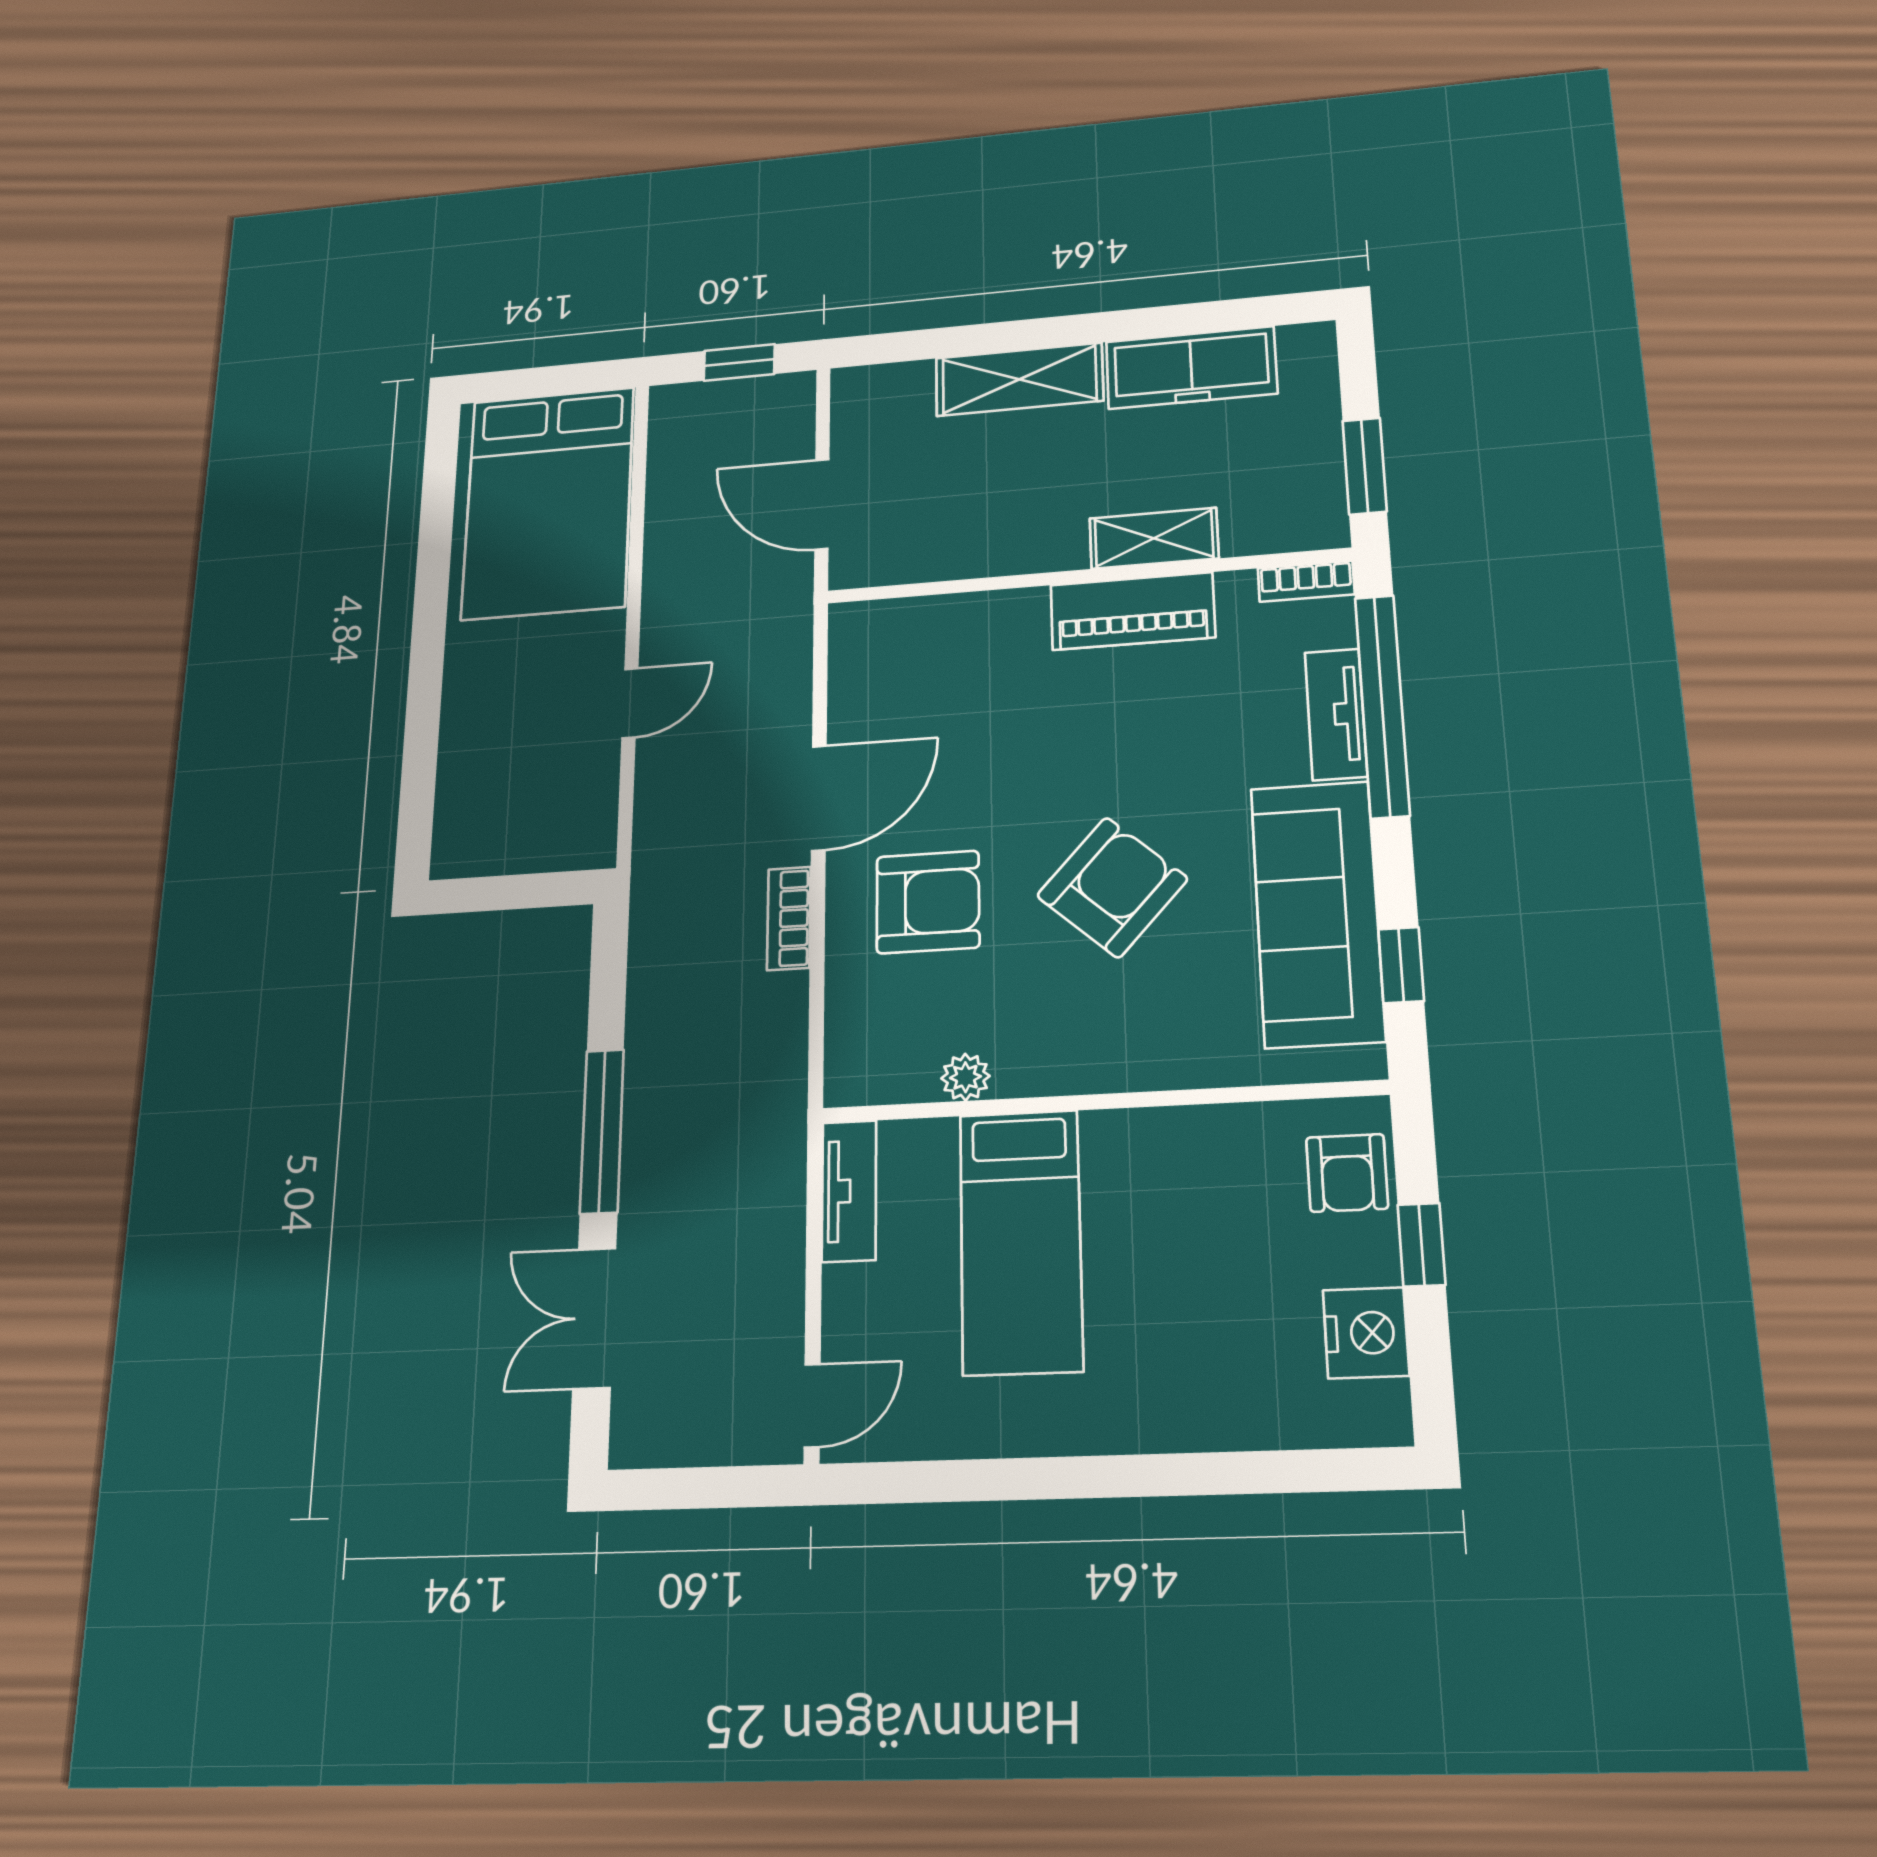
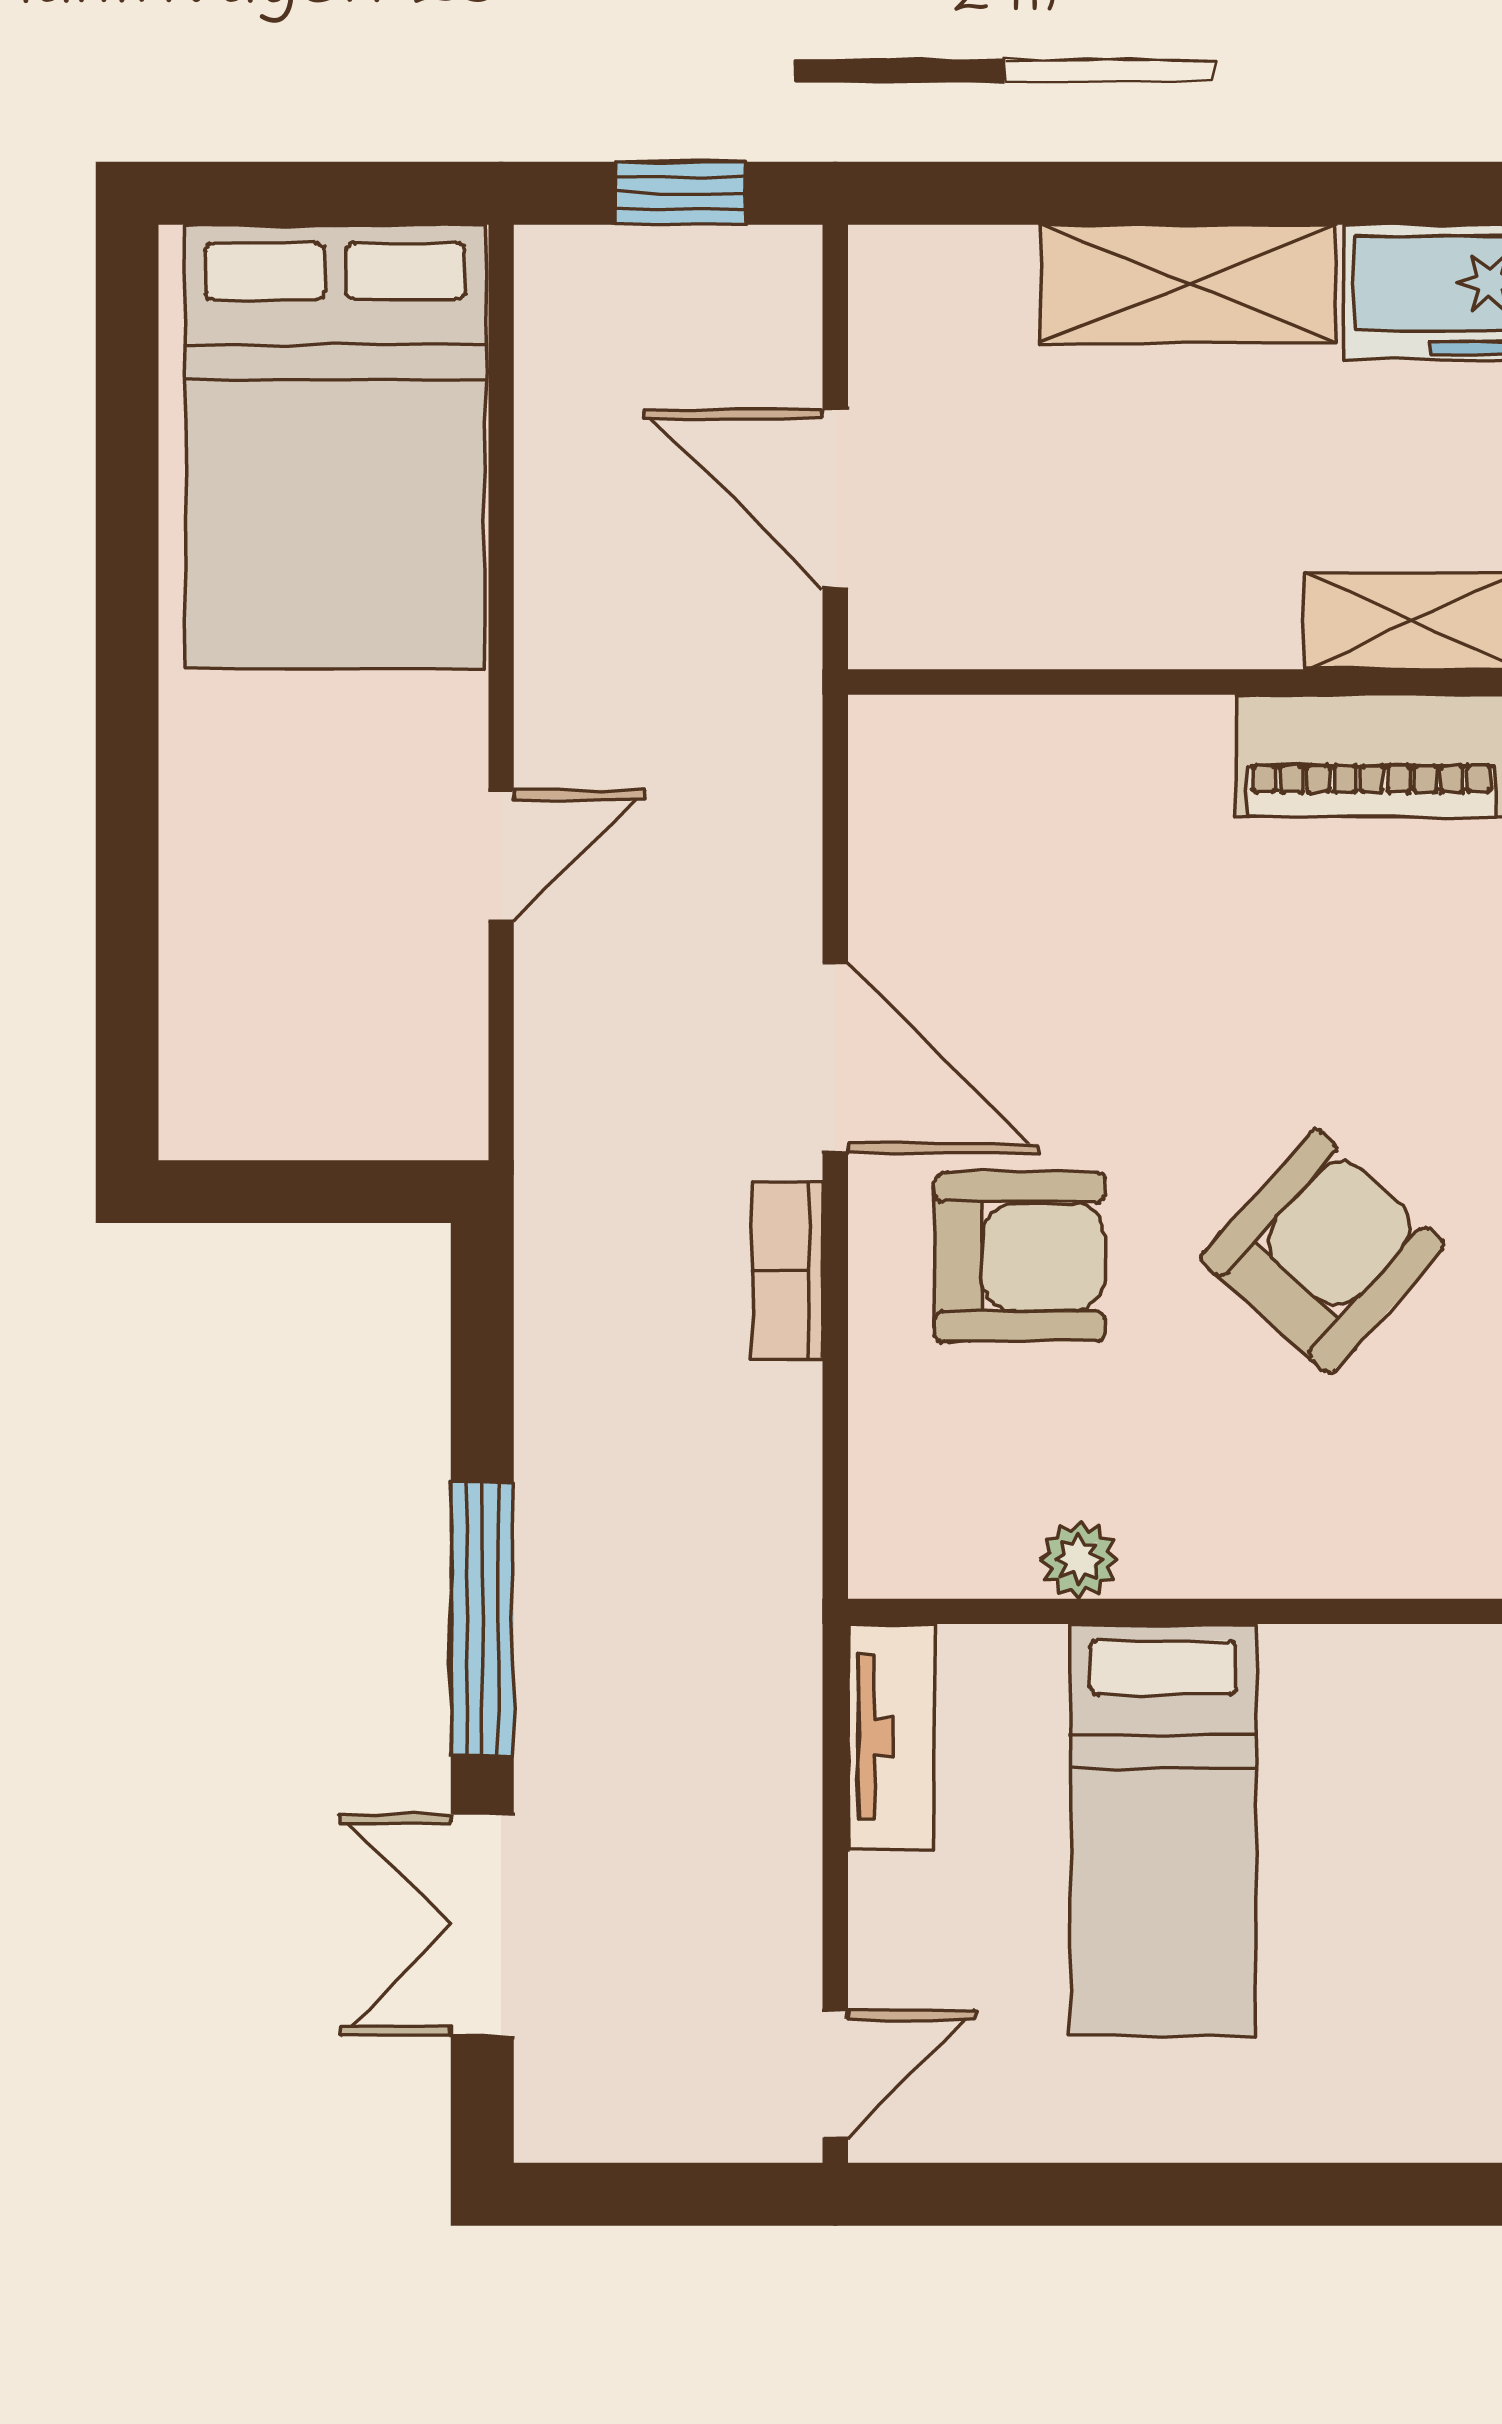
door: (819, 798) -> (835, 1058), hinge flipped

